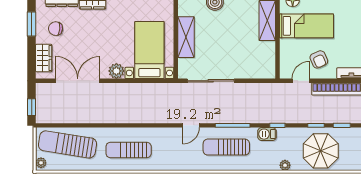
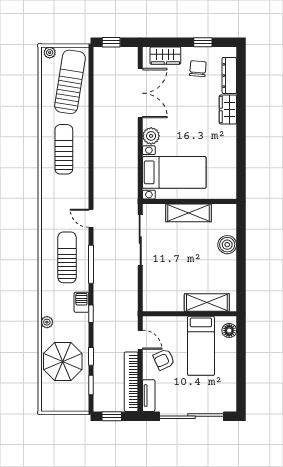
window: (32, 24) -> (203, 42), width x0.67

